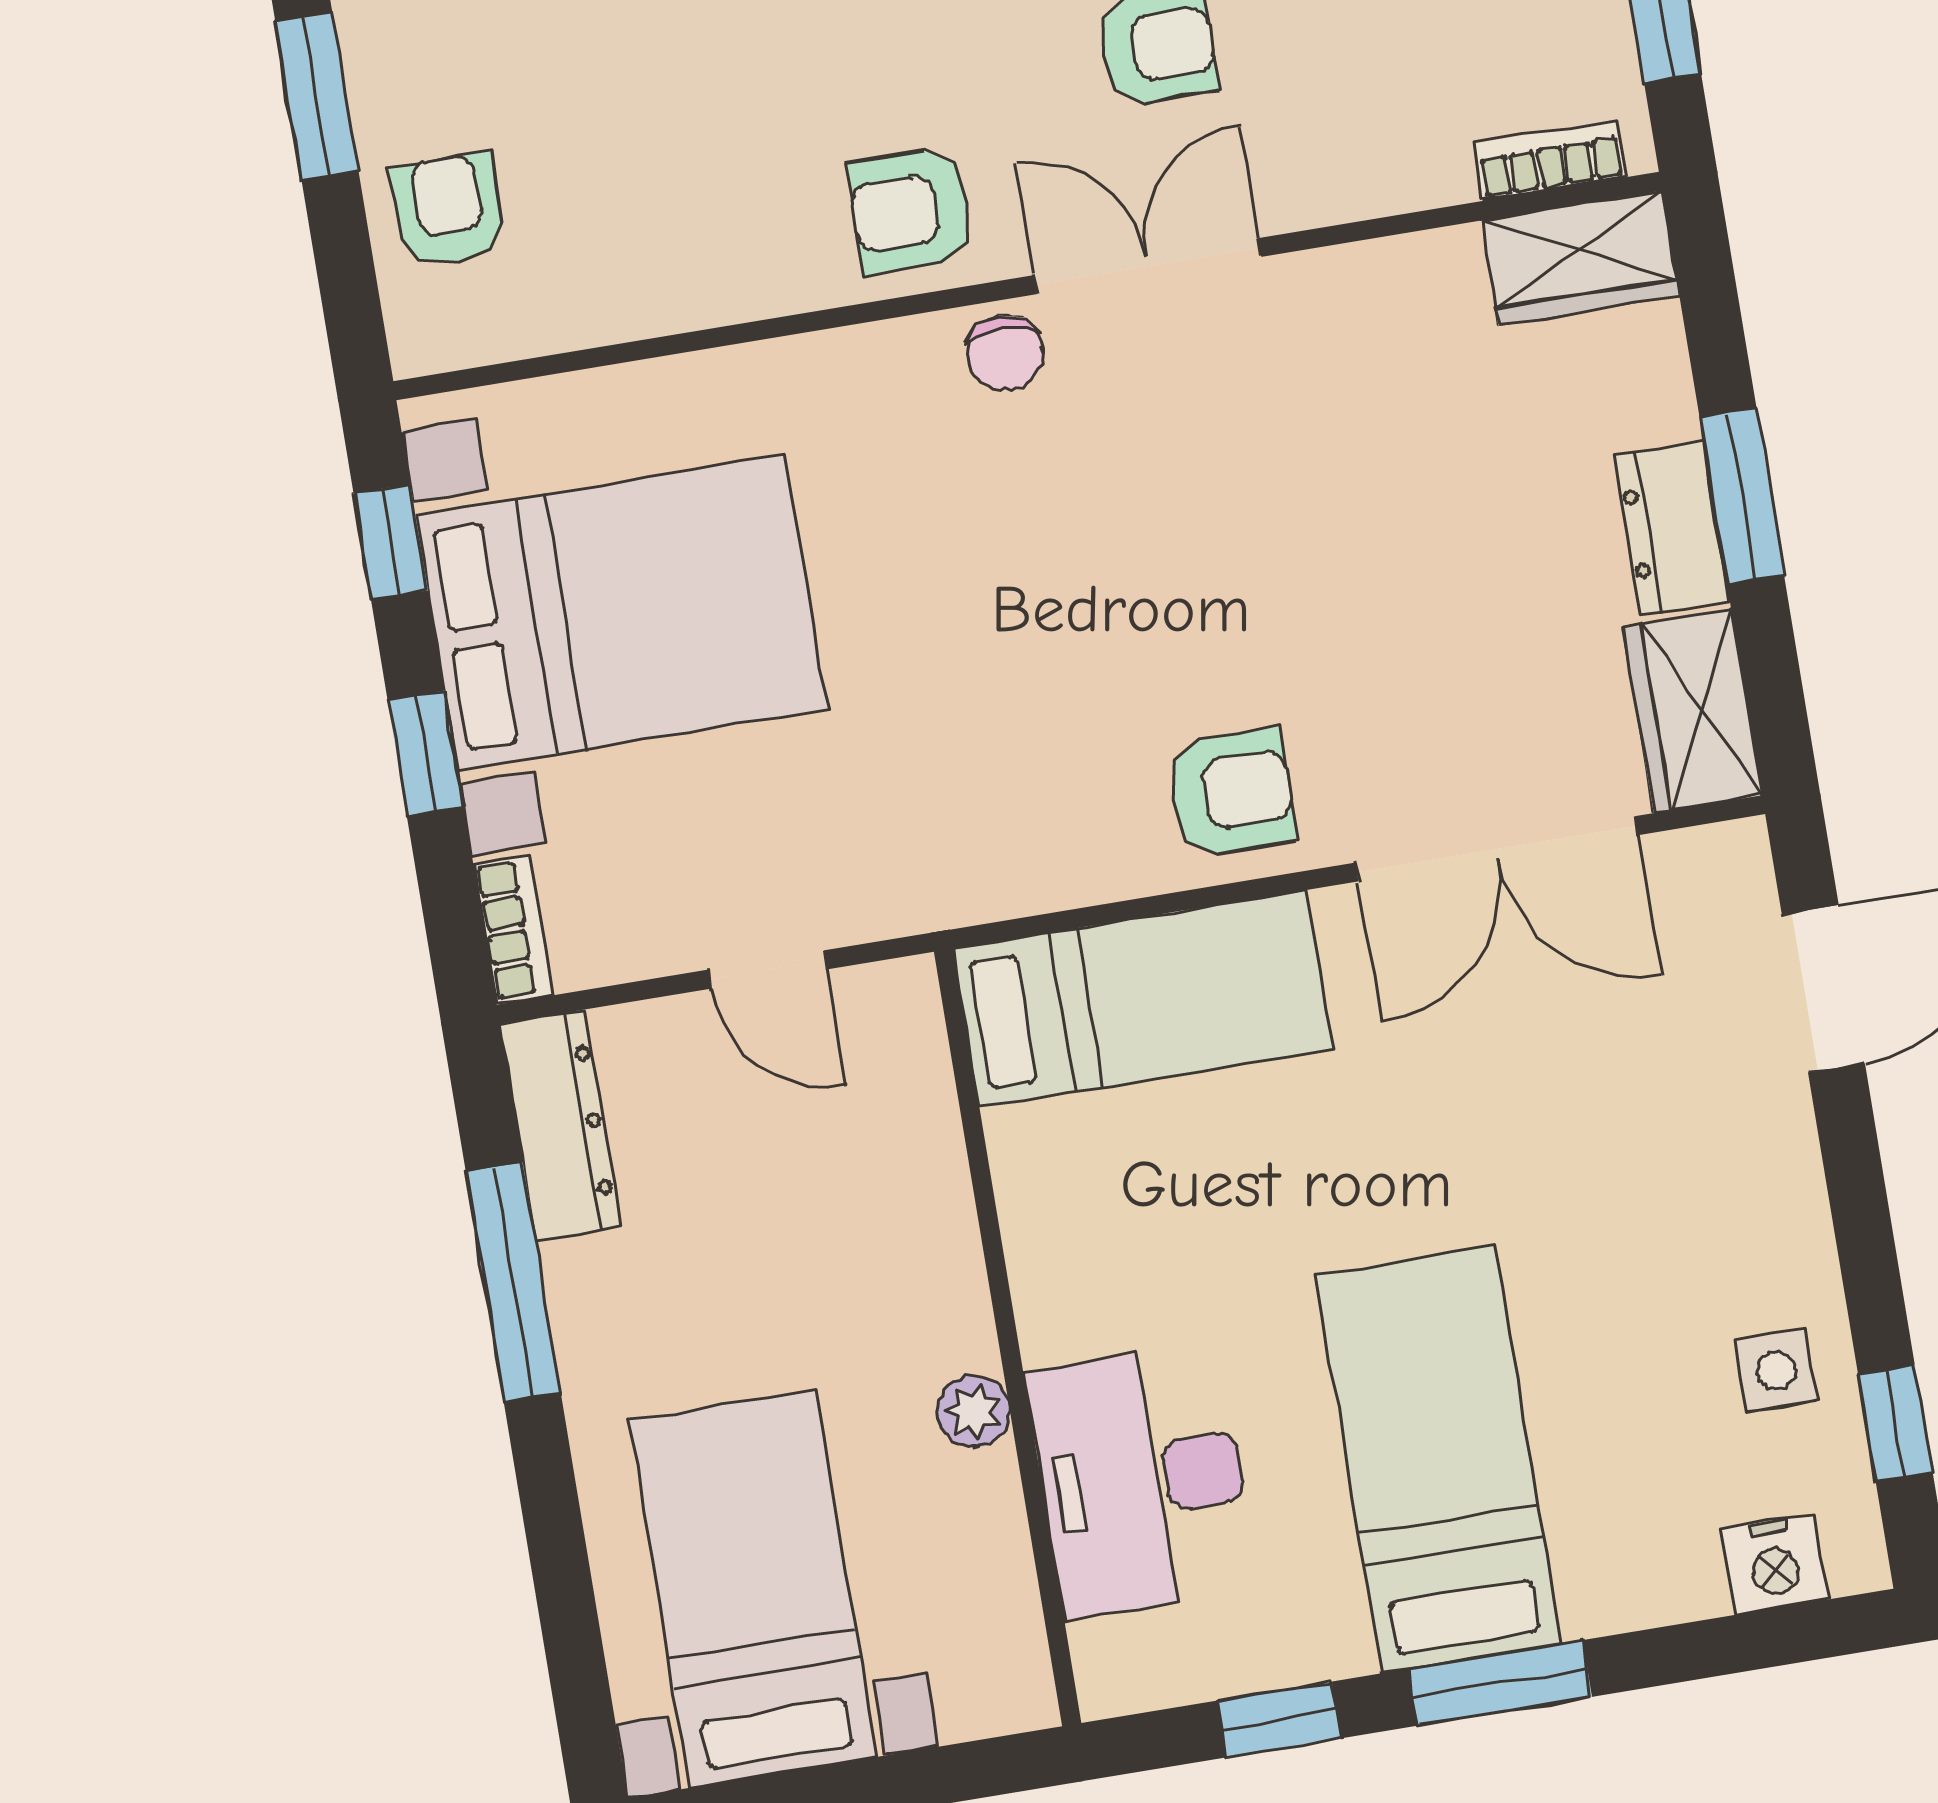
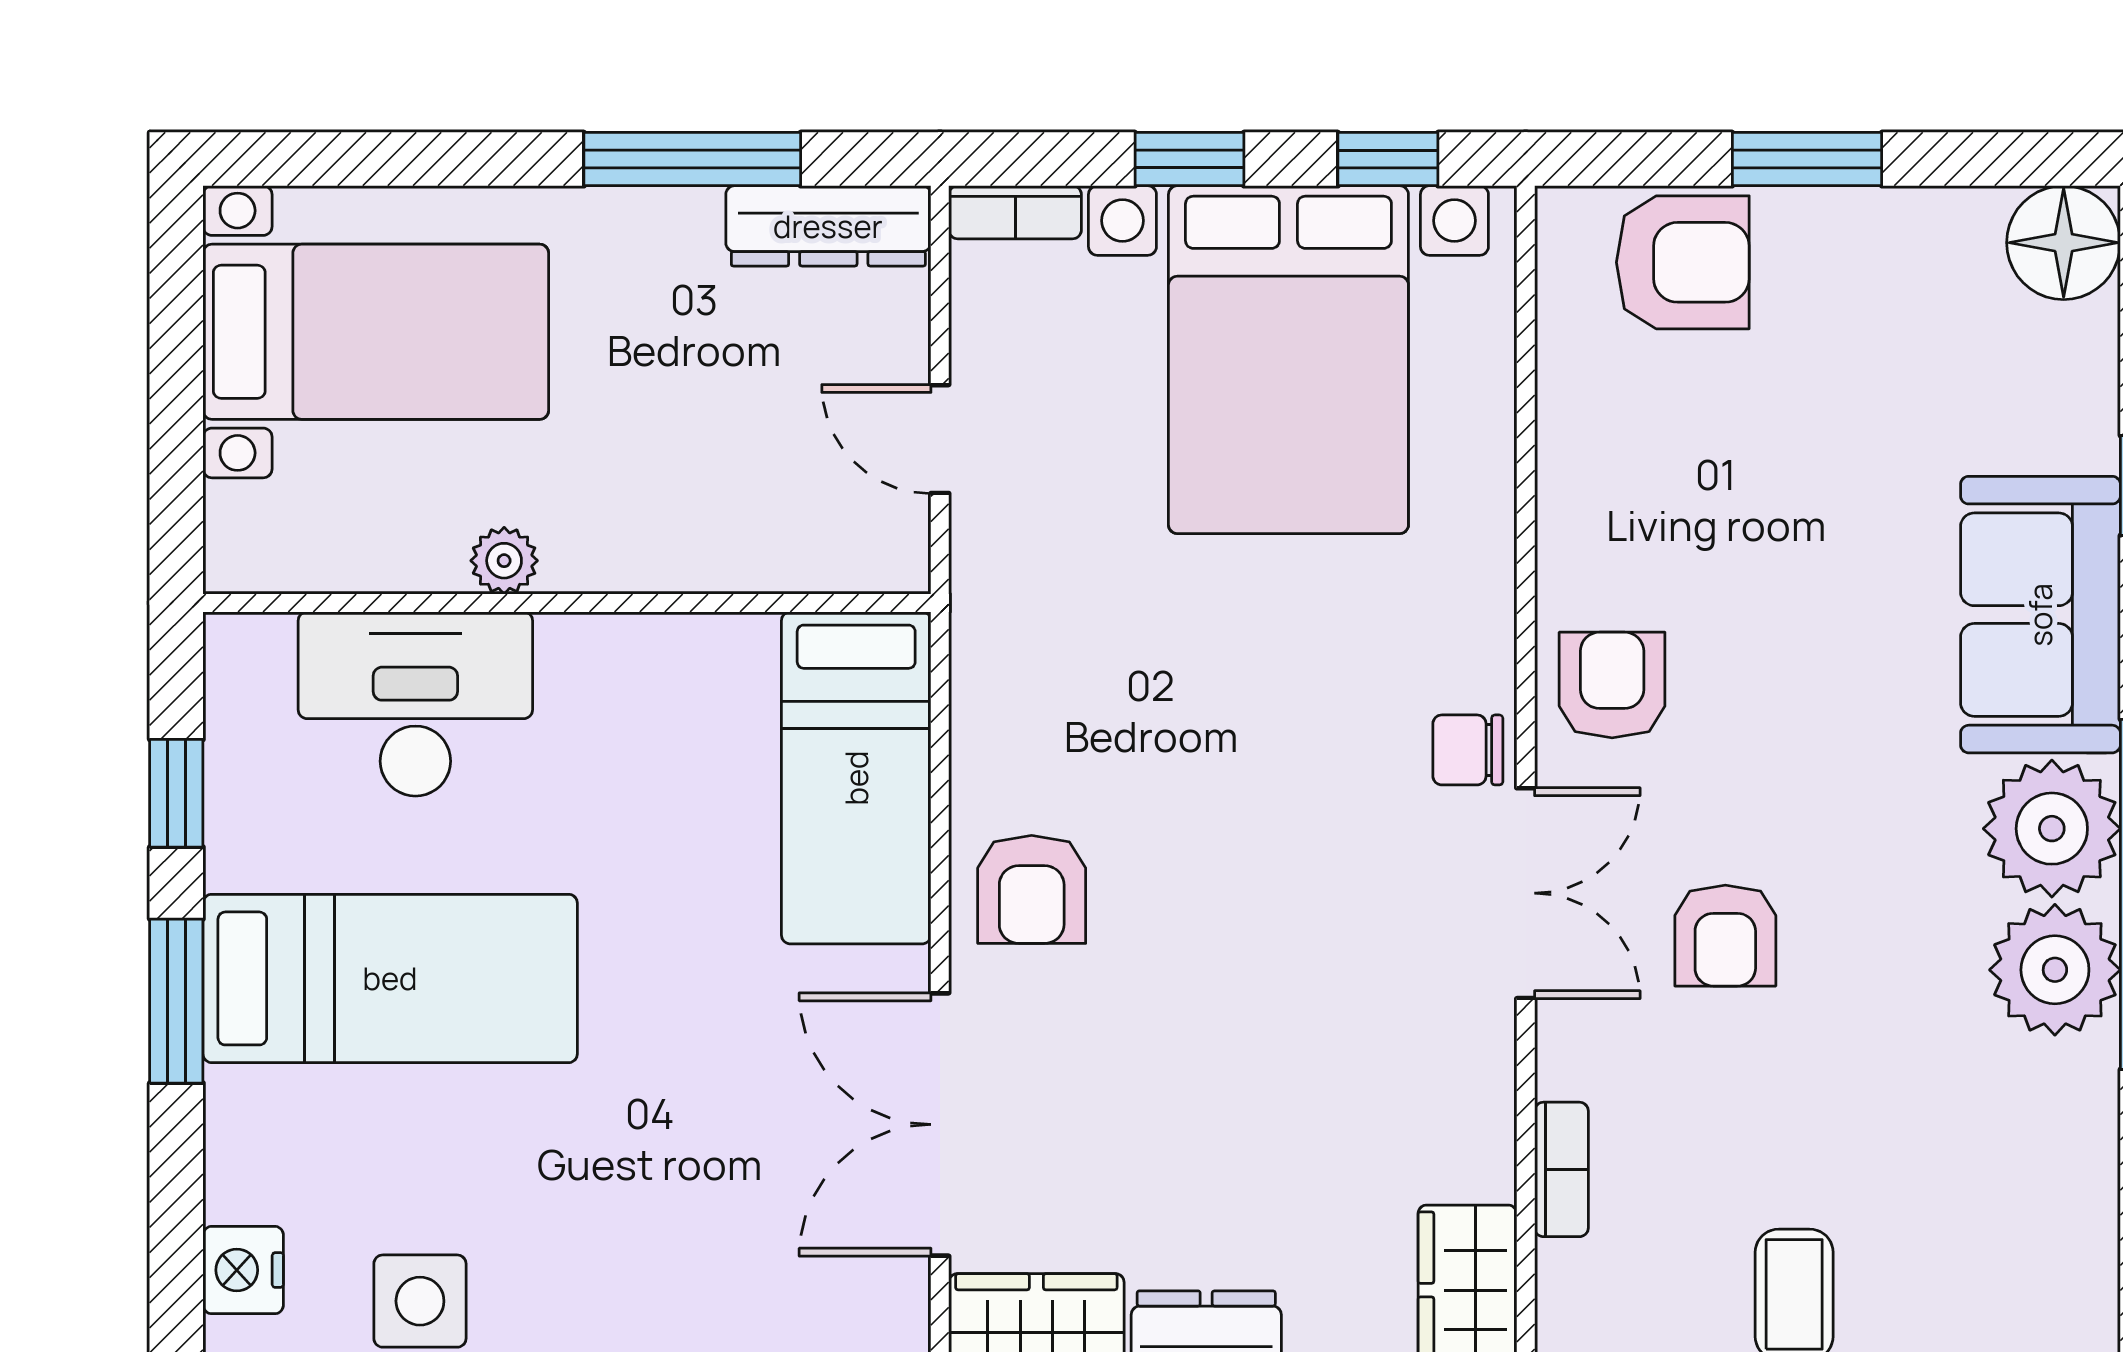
bookcase: (1550, 160) -> (1561, 1169), moved
armchair: (449, 210) -> (1683, 262), width x1.38, depth x1.38
door: (768, 970) -> (940, 439), hinge flipped
side table: (1776, 1371) -> (420, 1301), width x1.37, depth x1.37

